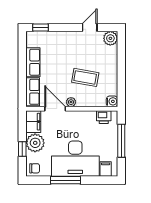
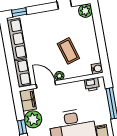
row of seats: (33, 62) -> (17, 39), width x1.48
coffee table: (85, 77) -> (68, 51), turned 63

